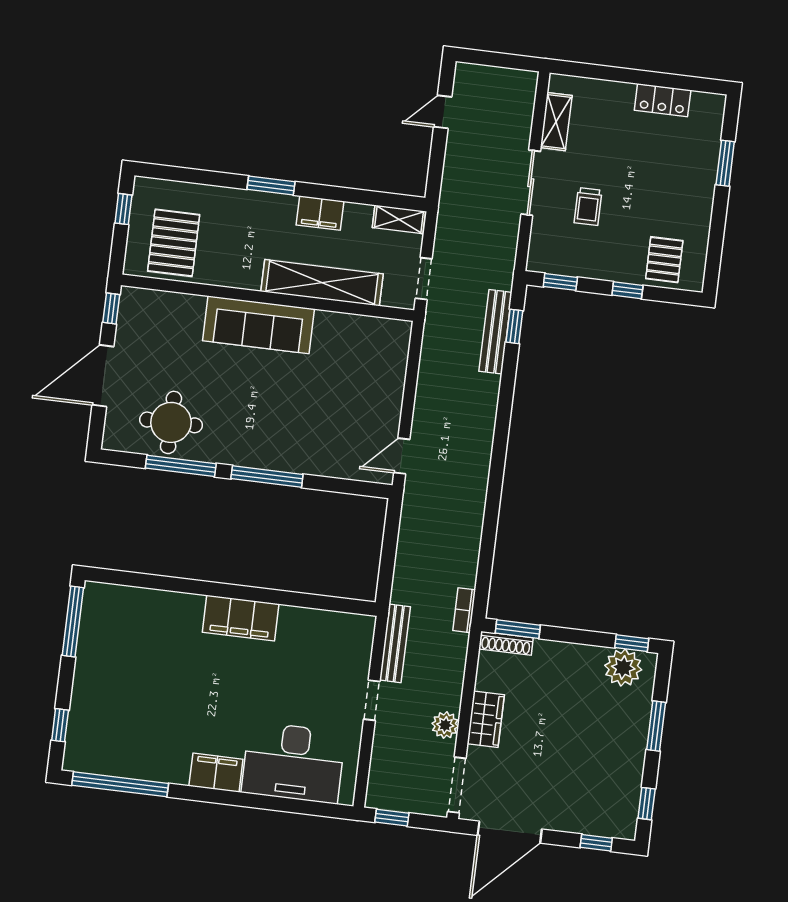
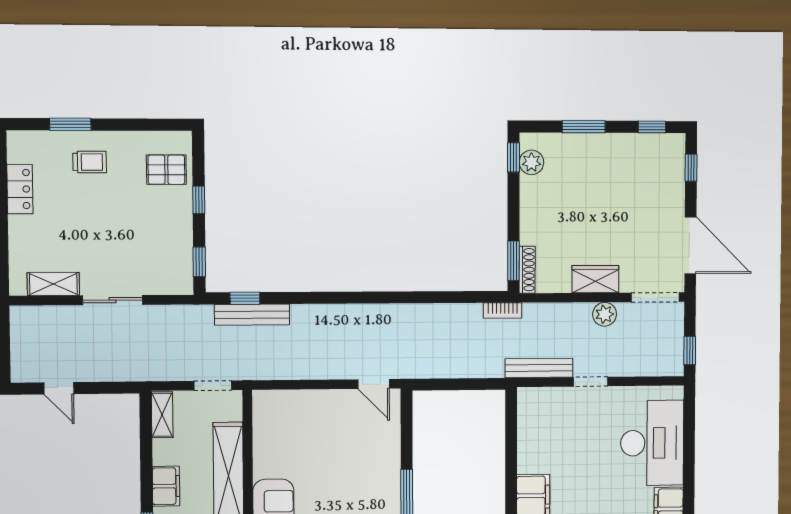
trolley: (588, 206) -> (90, 162), moved
plant: (623, 668) -> (531, 162), width x0.73, depth x0.73

